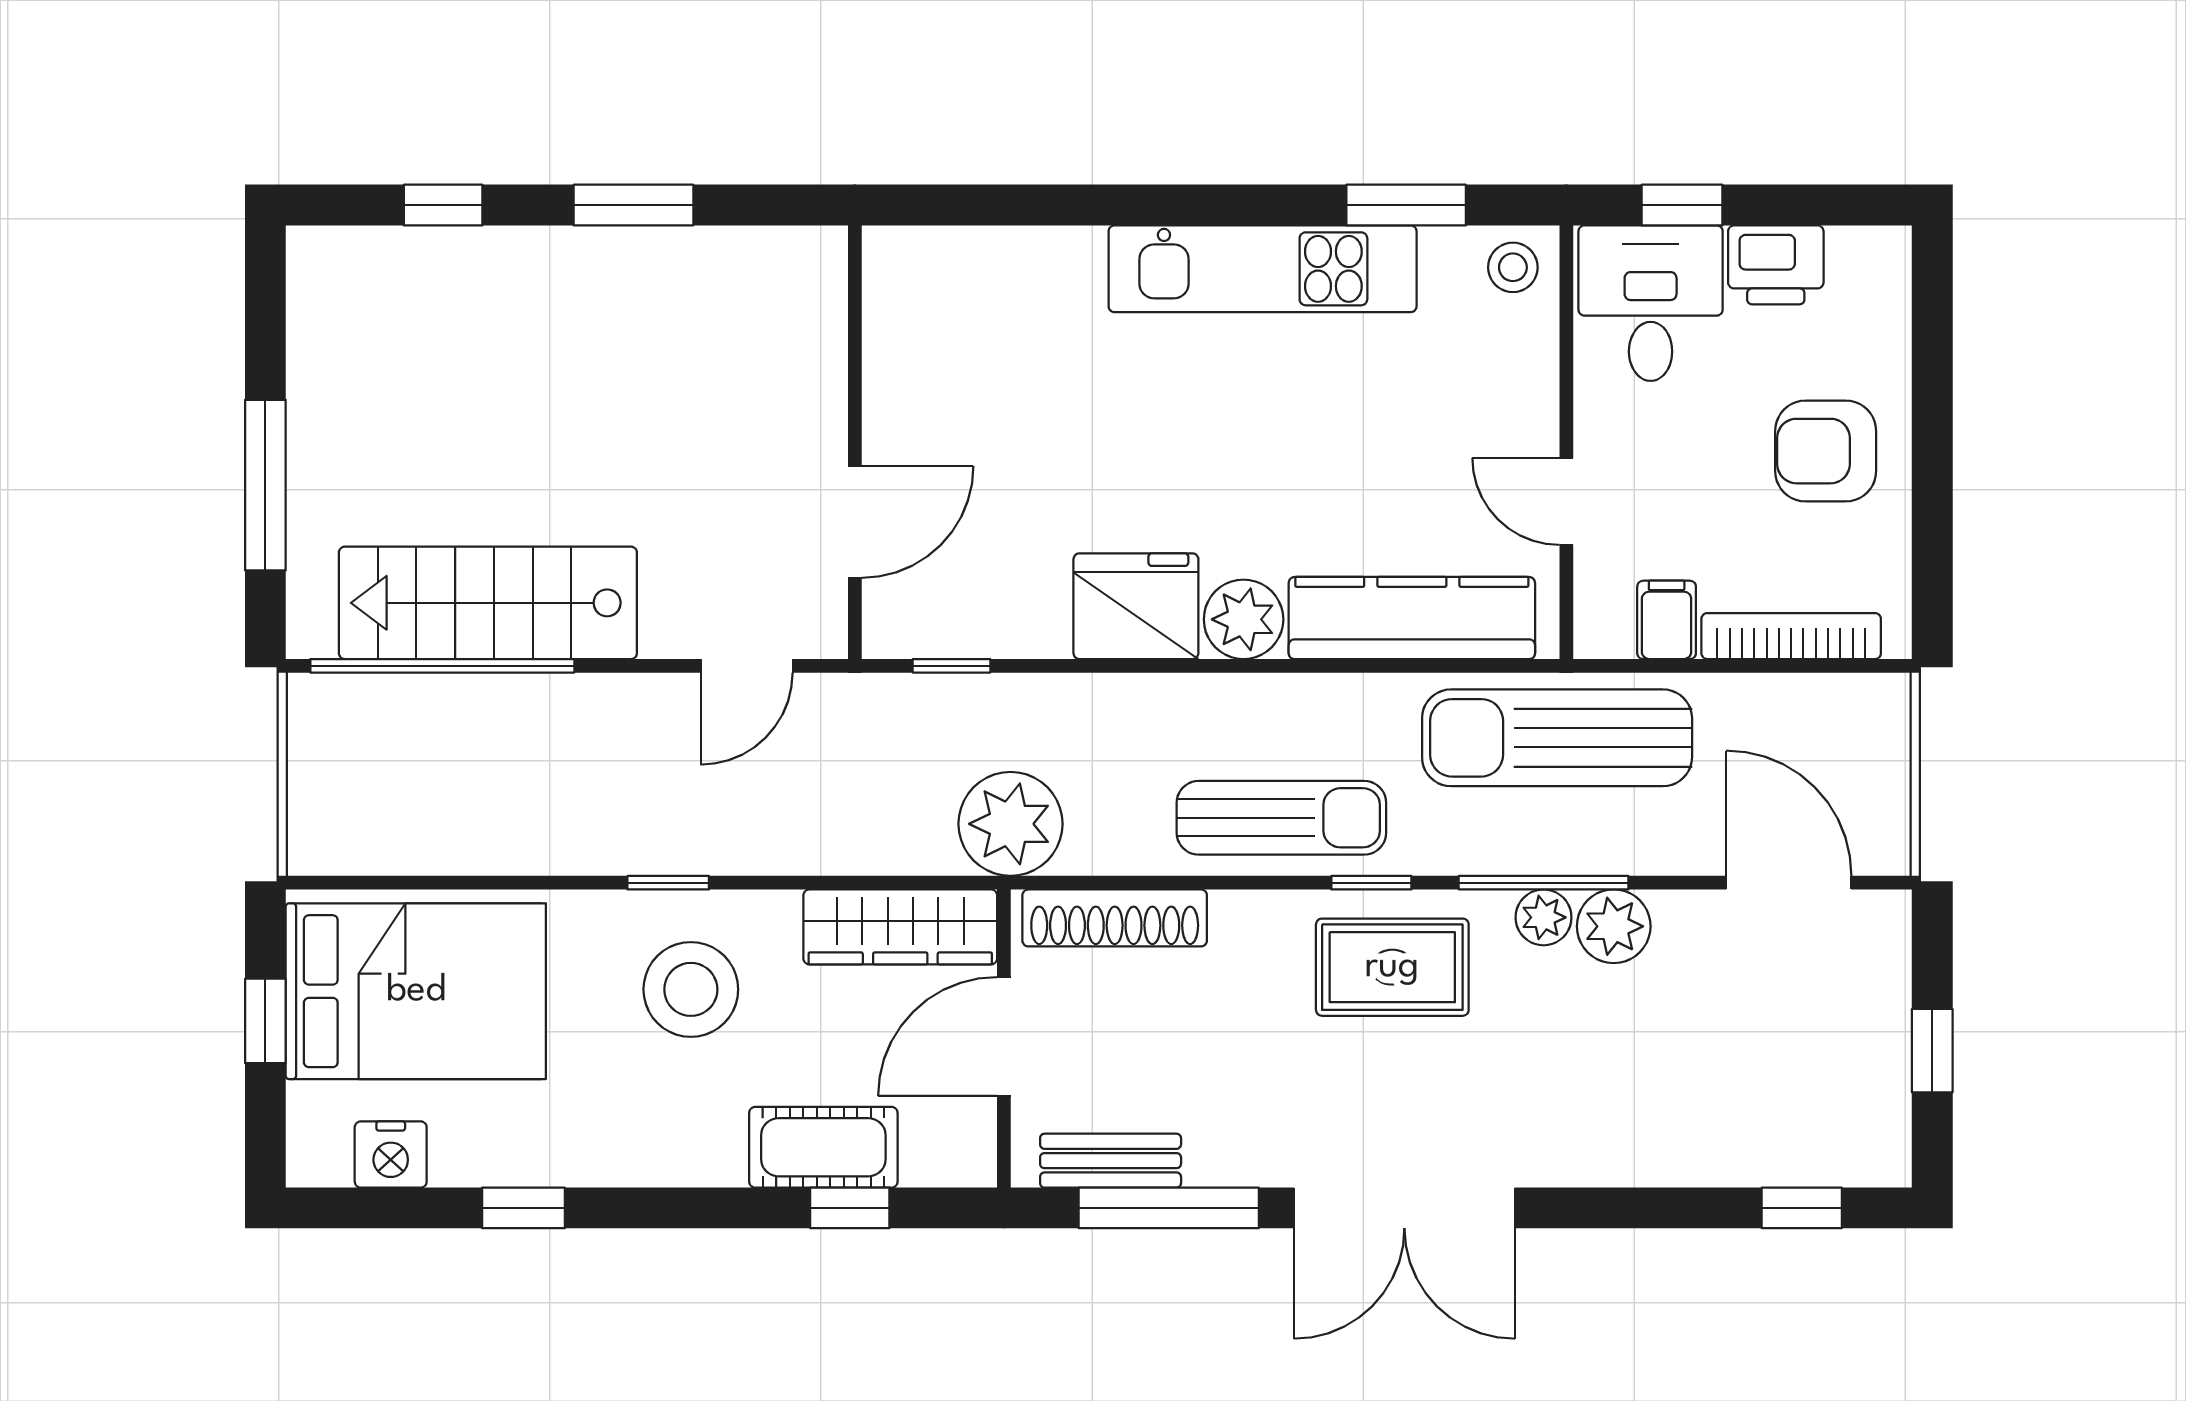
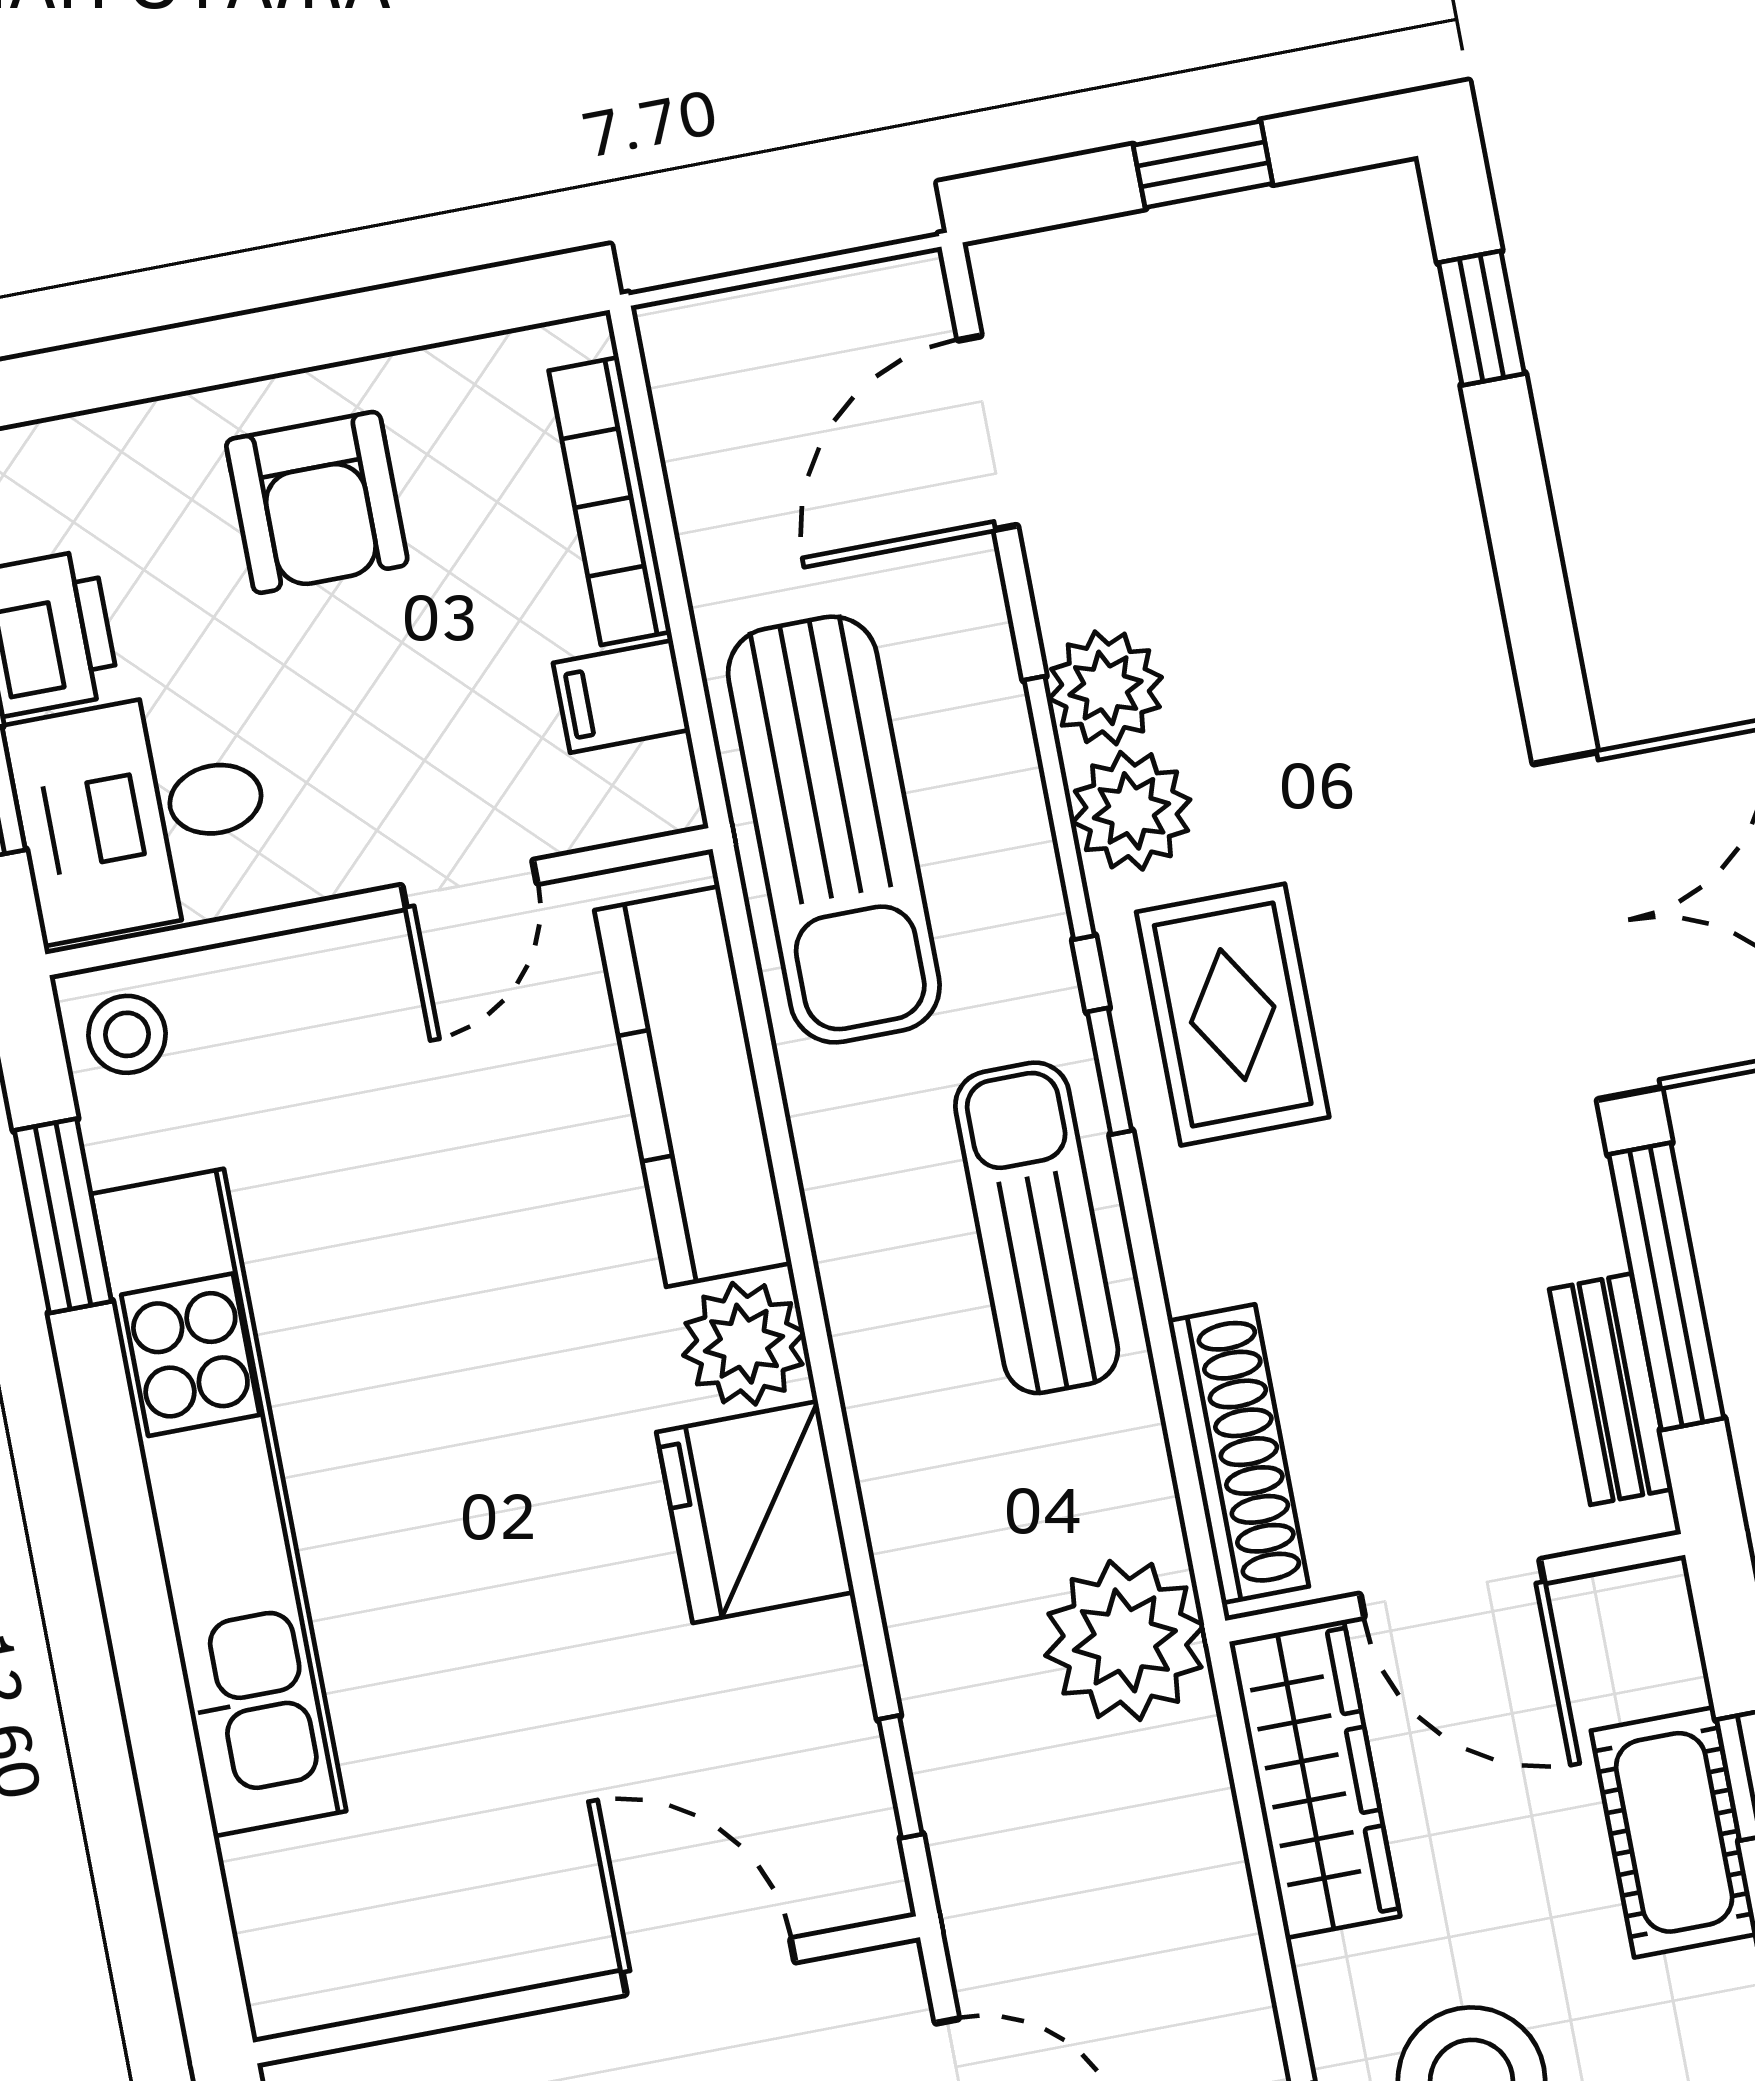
kitchen unit: (1263, 269) -> (219, 1503), width x1.36
plant: (1544, 917) -> (1131, 811), width x1.38, depth x1.38

